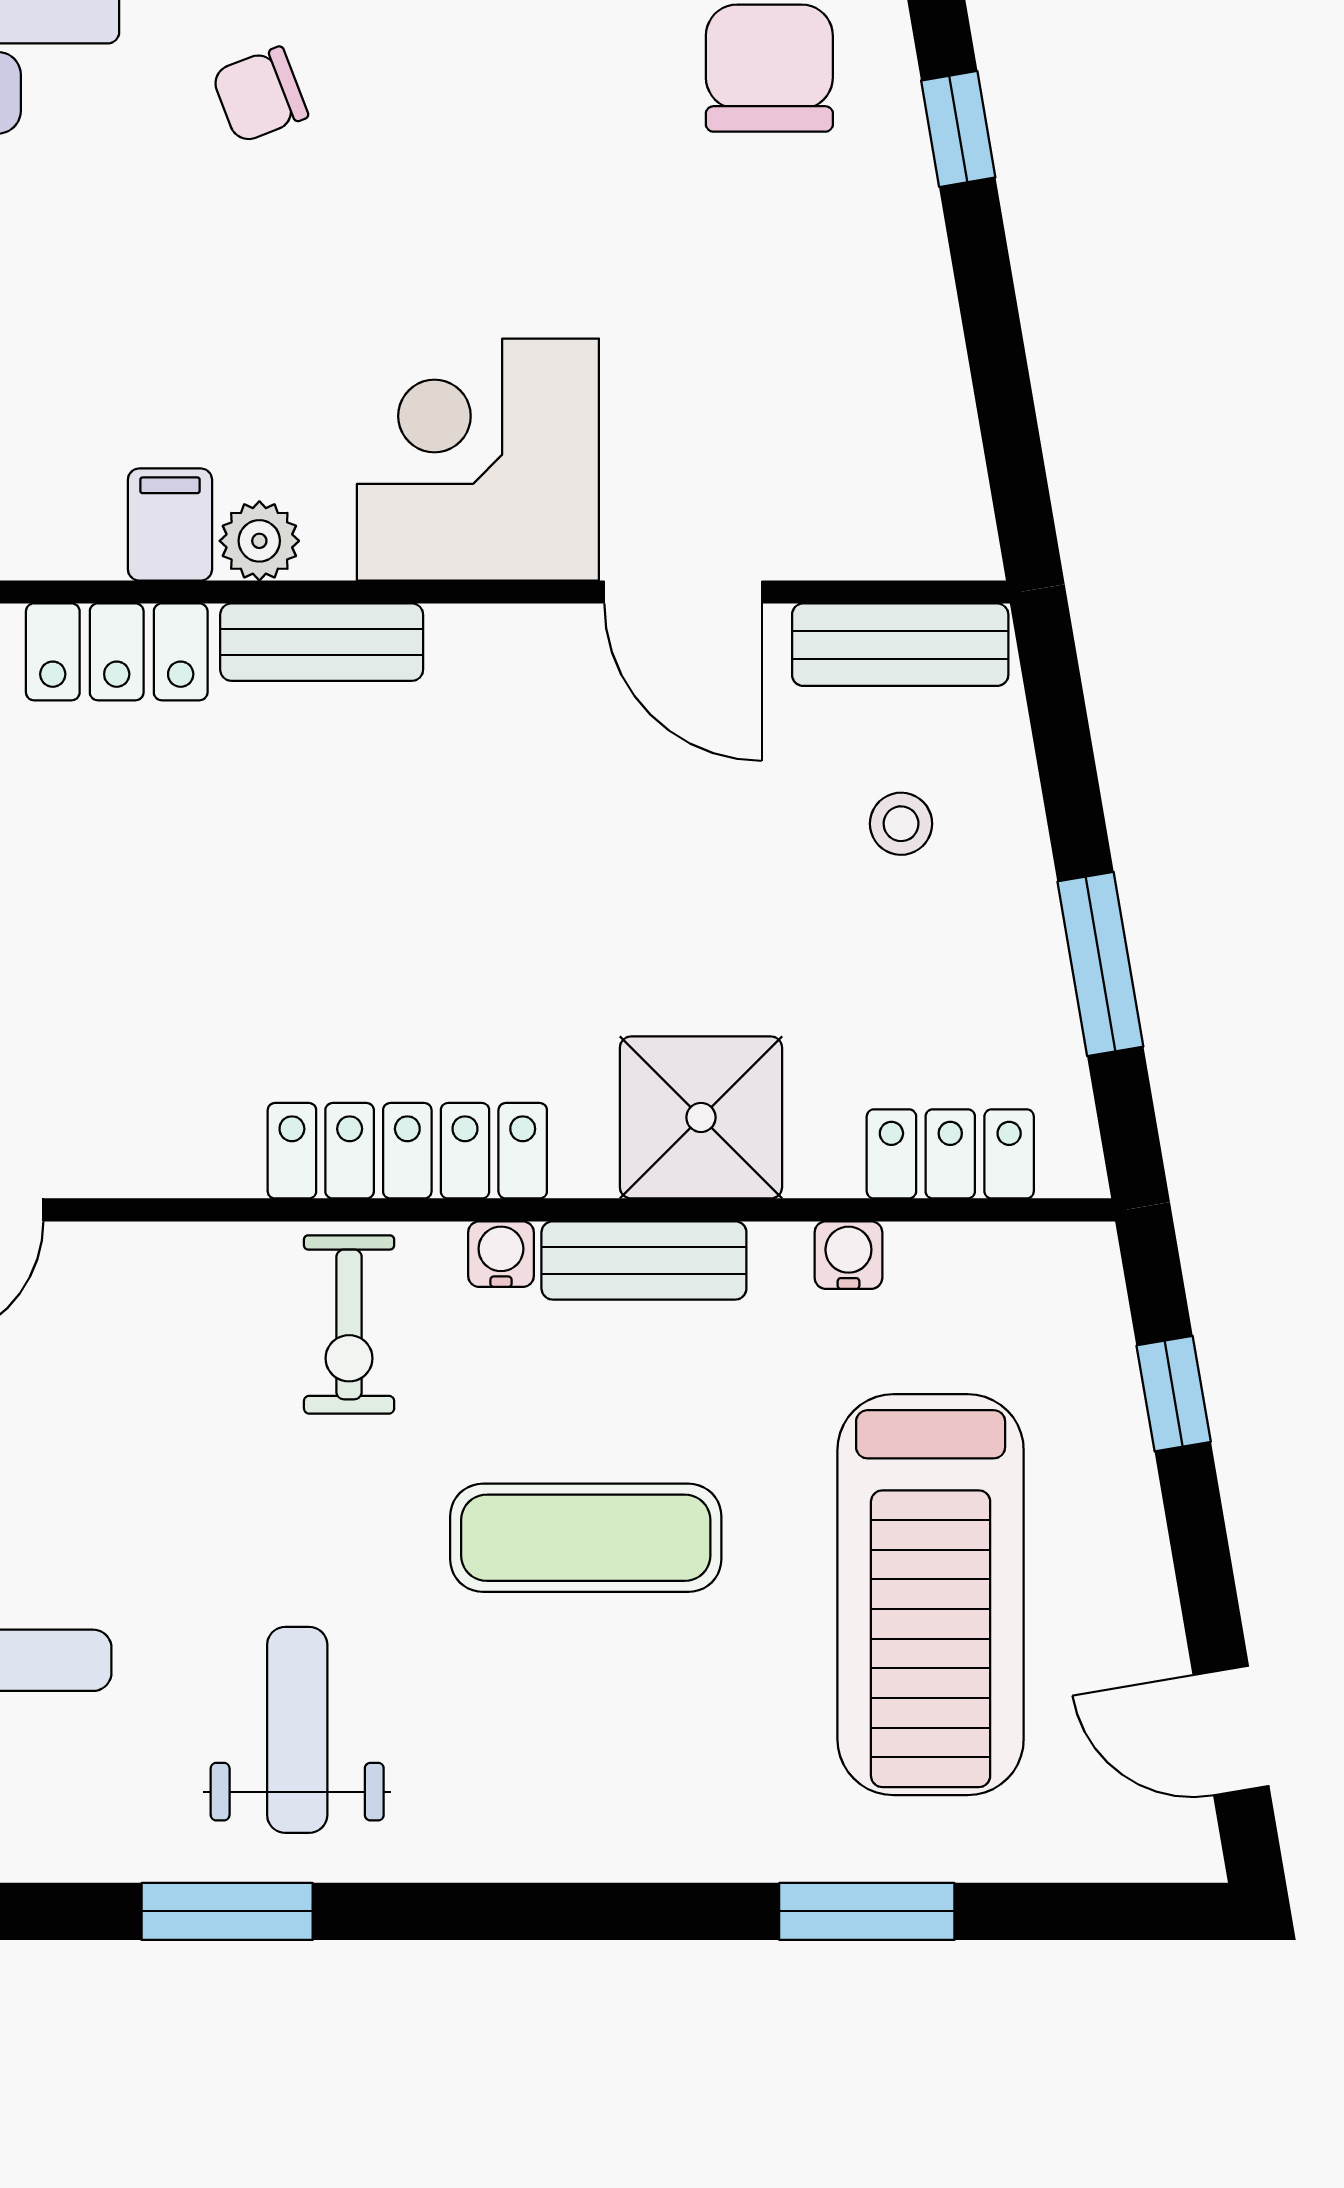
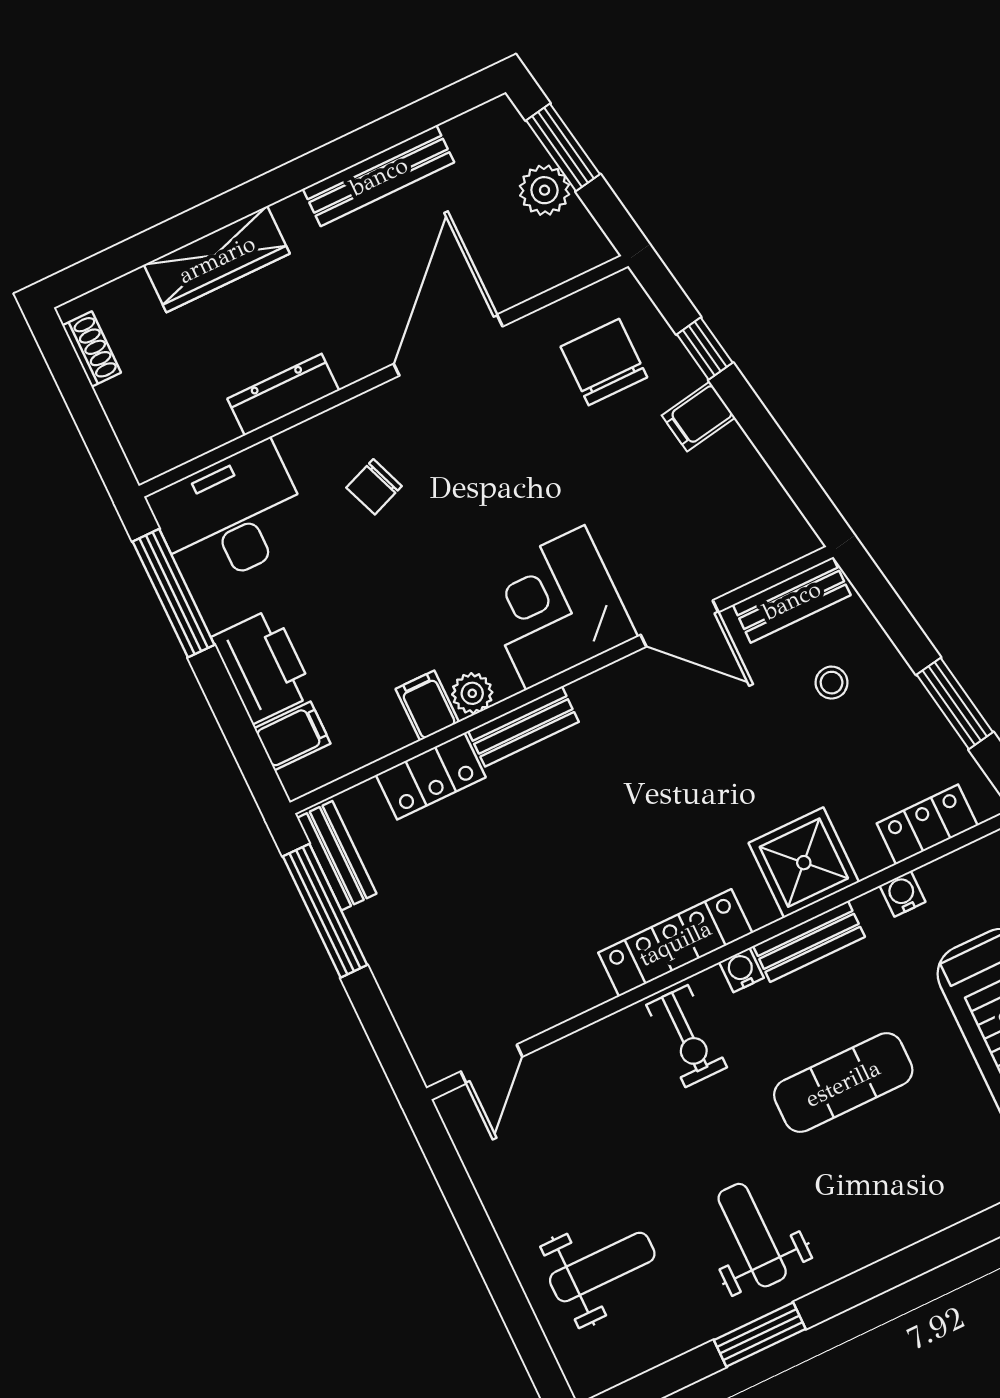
filing cabinet: (890, 243) -> (698, 416), added

